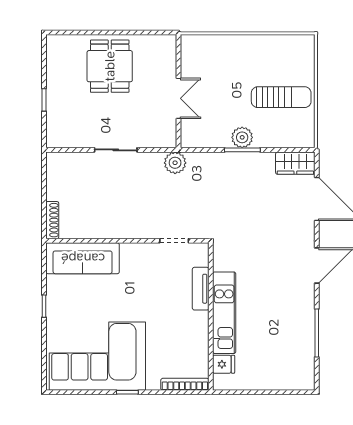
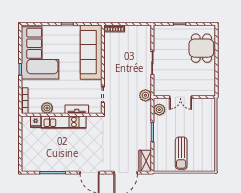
dining table: (110, 66) -> (201, 48), moved, turned 90
plant: (242, 137) -> (159, 110), moved
sofa: (83, 258) -> (91, 52), width x1.36, depth x1.27
plant: (198, 343) -> (47, 108), added

